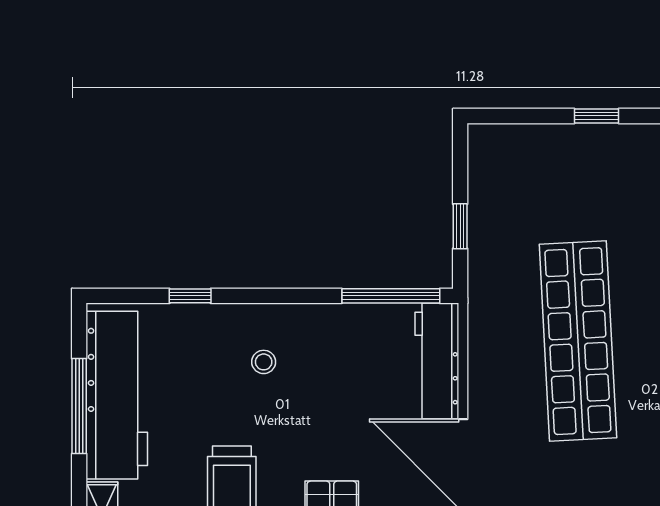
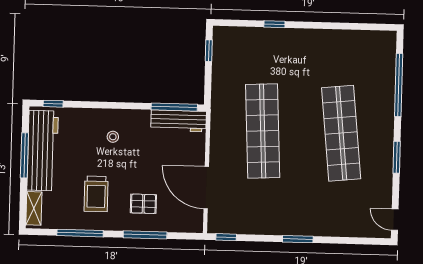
window: (460, 226) -> (209, 51), moved
window: (190, 296) -> (53, 104), moved
workbench: (437, 361) -> (179, 121), moved, turned -90

